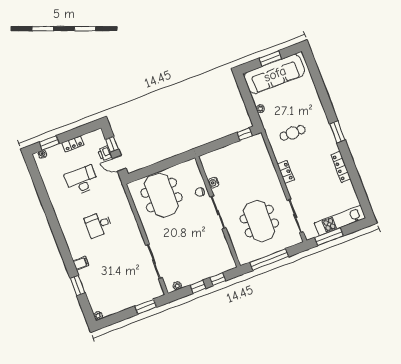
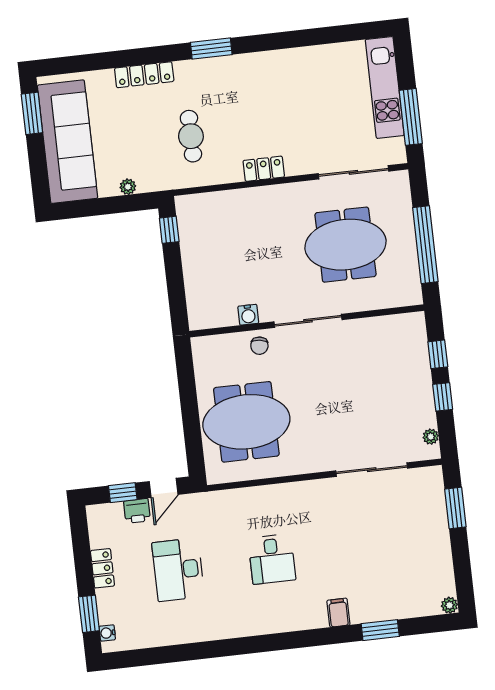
window: (270, 59) -> (32, 113), moved
locker: (341, 167) -> (144, 75), moved

